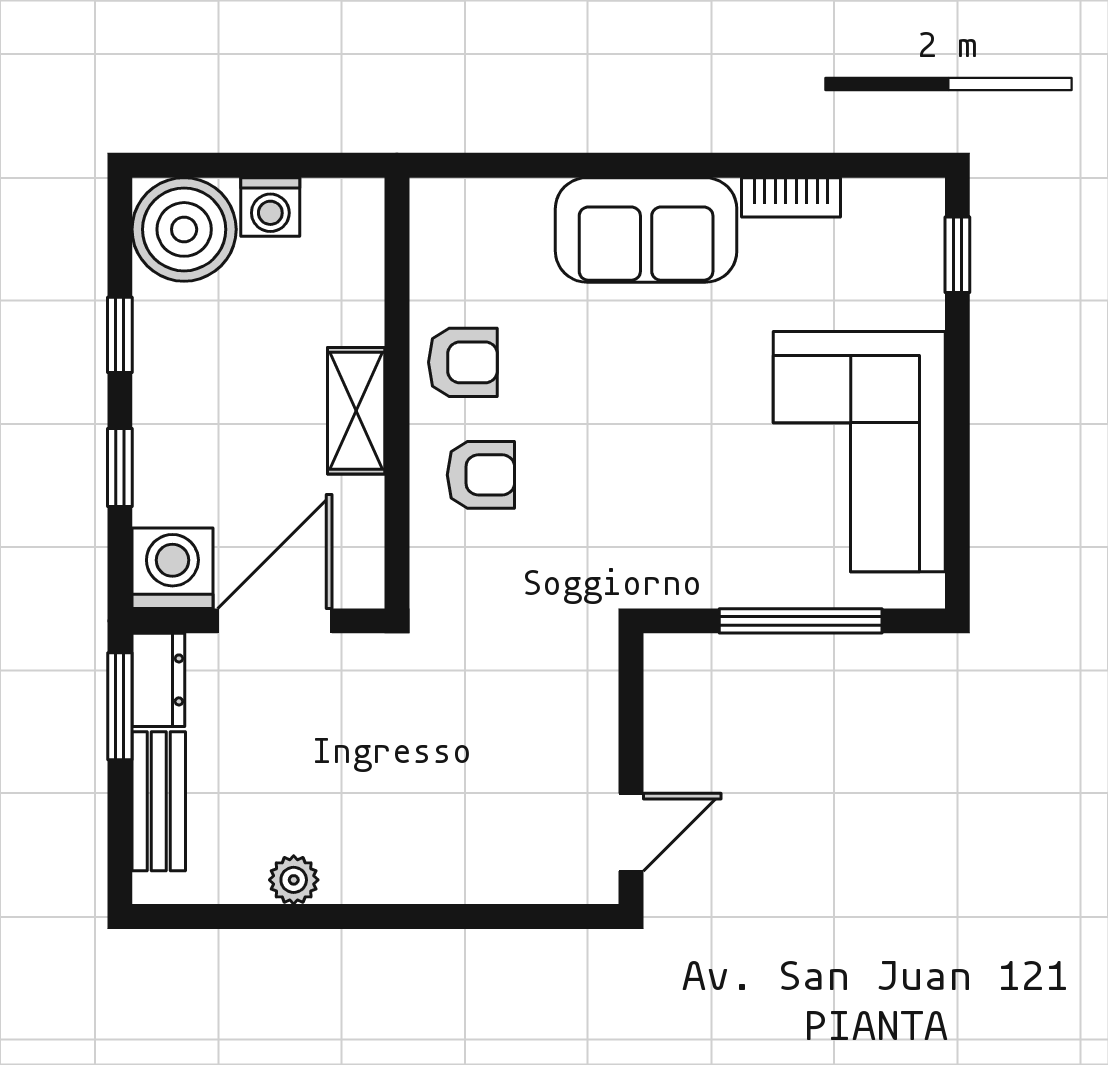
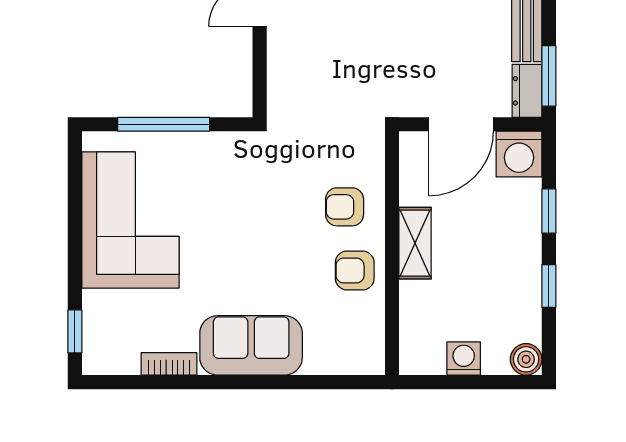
boiler: (184, 229) -> (526, 359), width x0.54, depth x0.54

